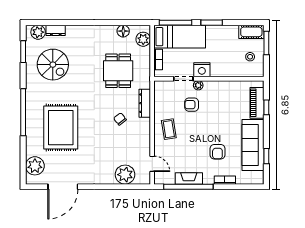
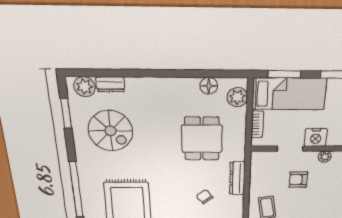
window: (175, 23) -> (284, 74), width x0.69
plant: (198, 85) -> (325, 157), moved

